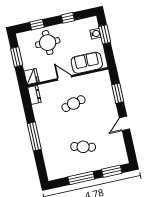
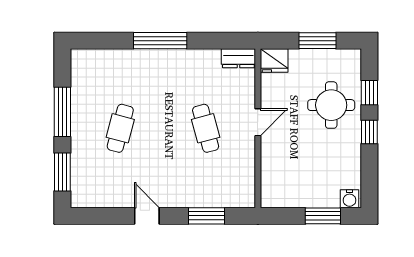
window: (68, 18) -> (369, 132), moved
water cooler: (95, 34) -> (350, 199), moved
sofa: (87, 63) -> (277, 170), removed

